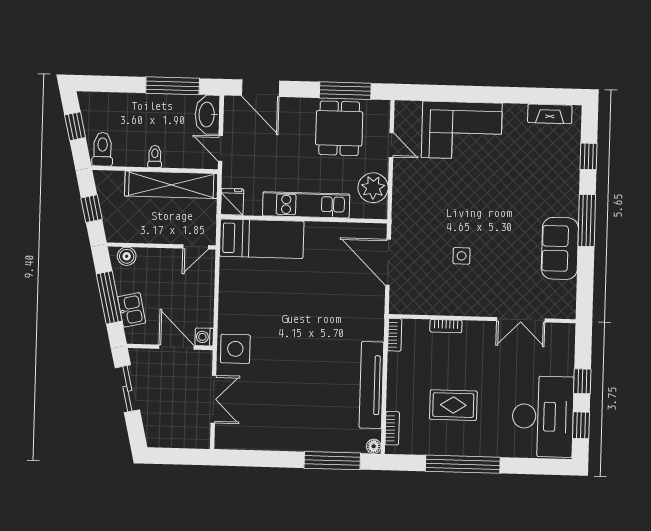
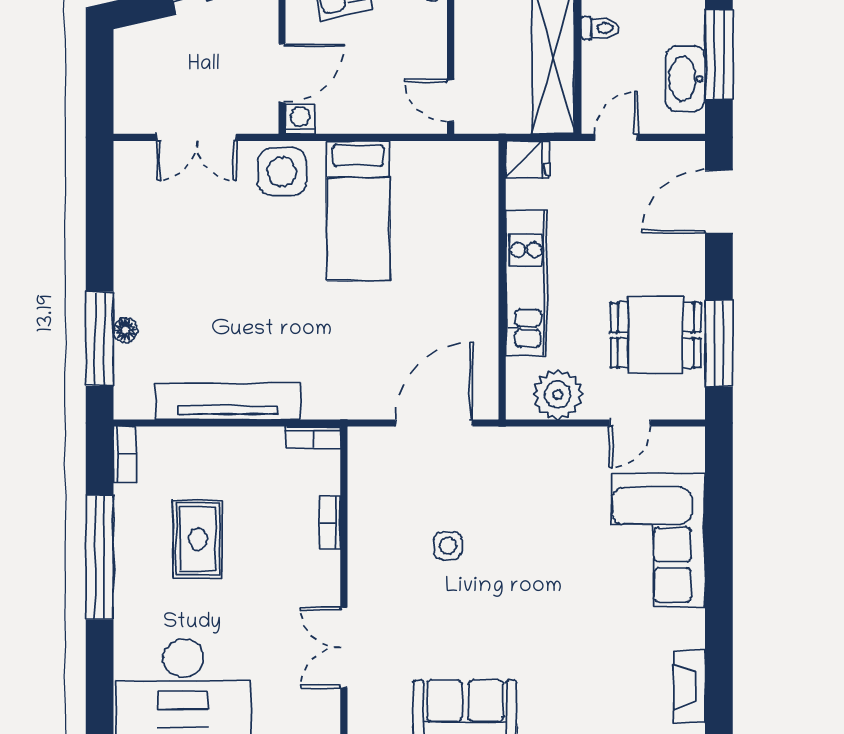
washbasin: (207, 115) -> (685, 79), moved, turned -90
bed: (262, 239) -> (358, 211), moved
bookcase: (392, 428) -> (125, 454), moved, turned -90
floor lamp: (374, 446) -> (125, 330), moved

